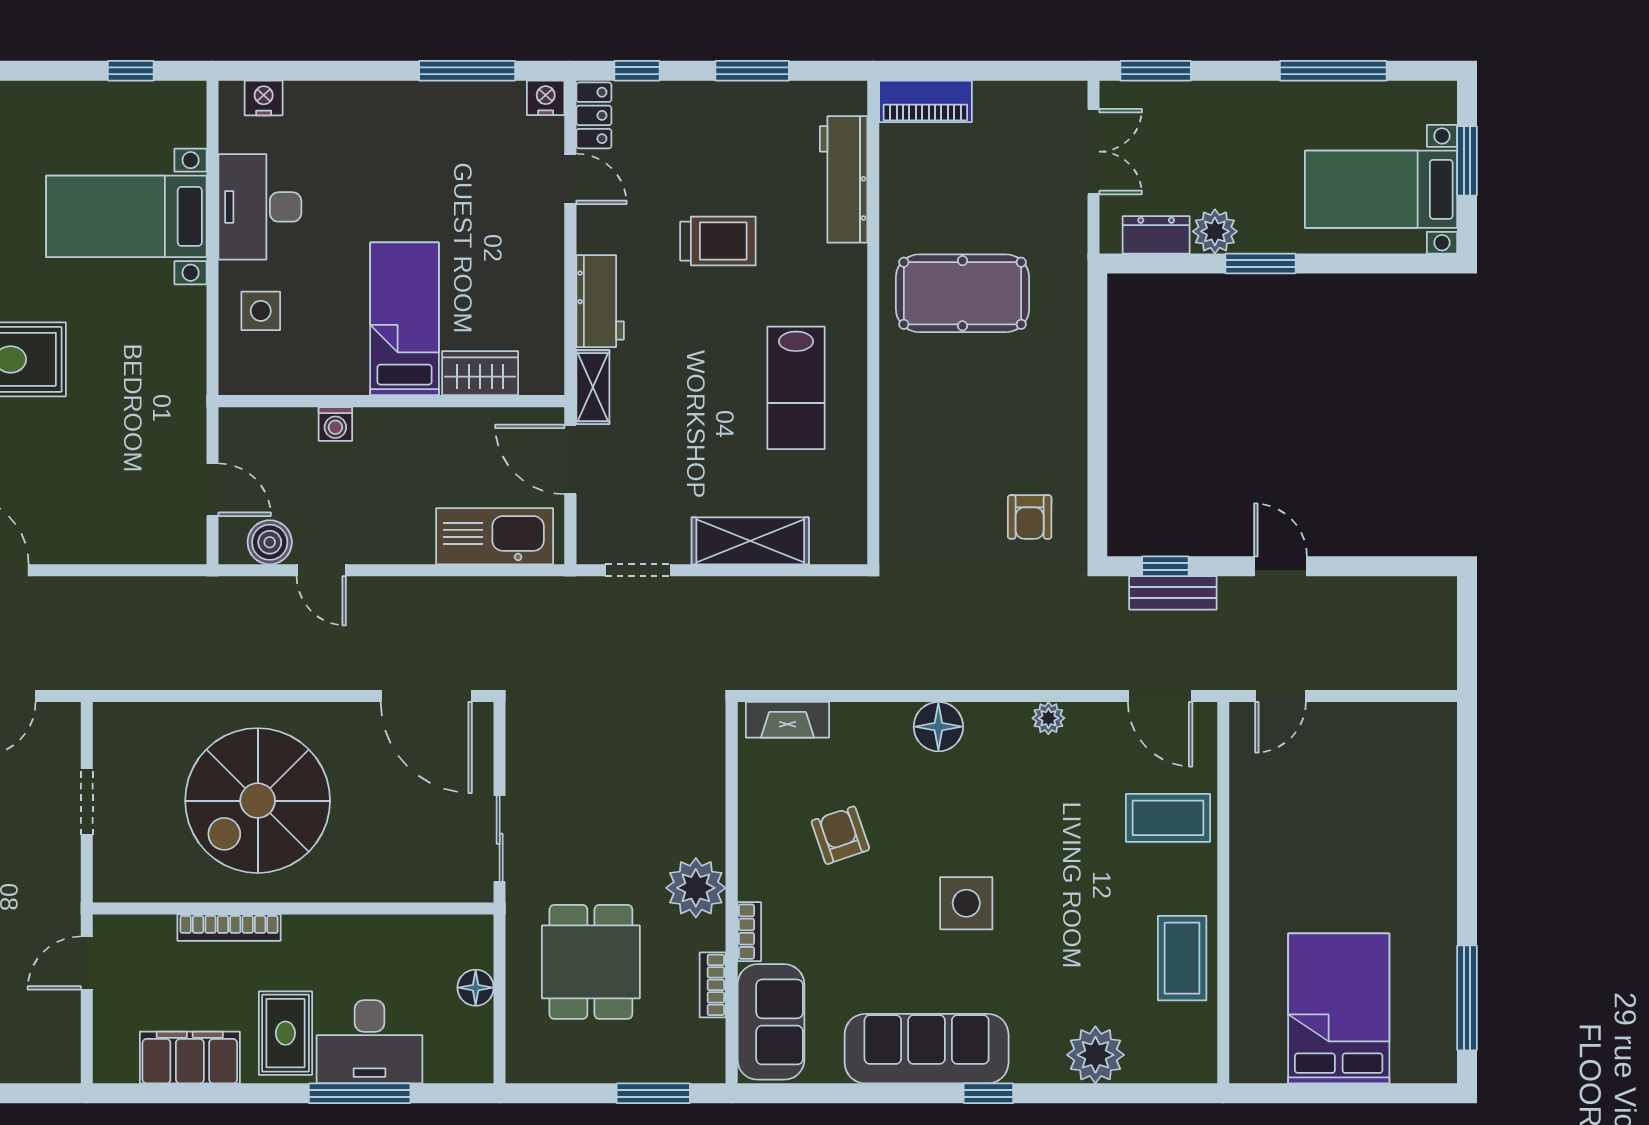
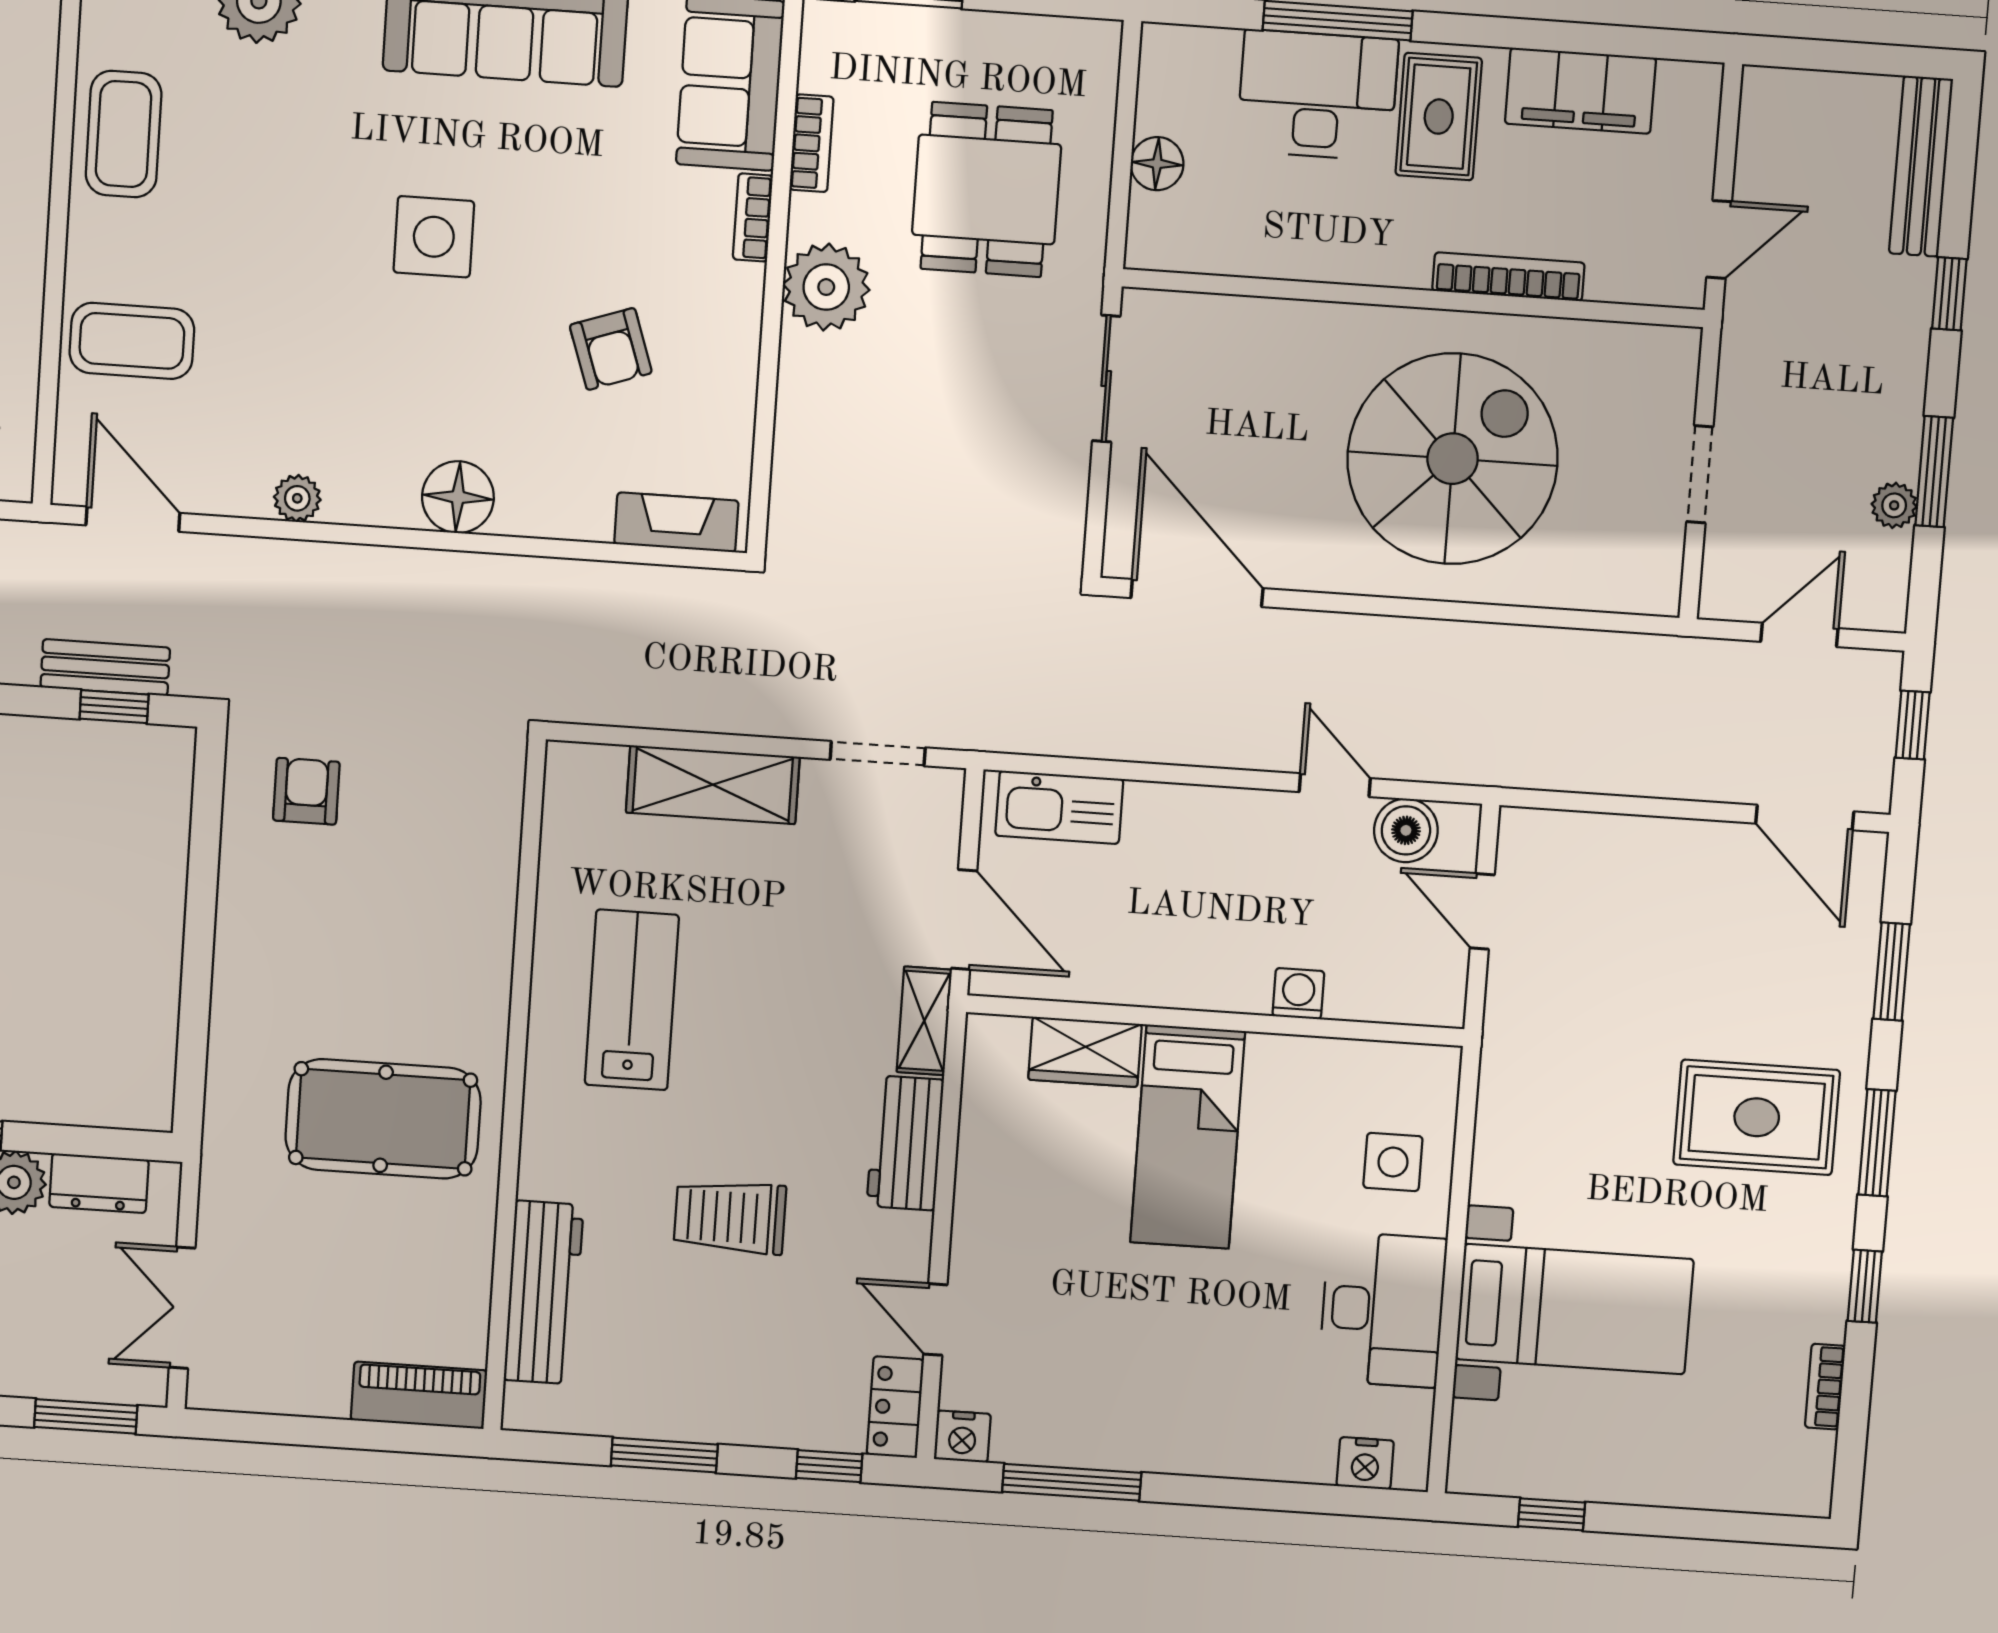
kitchen sink: (495, 536) -> (1059, 807), width x0.73, depth x0.81

